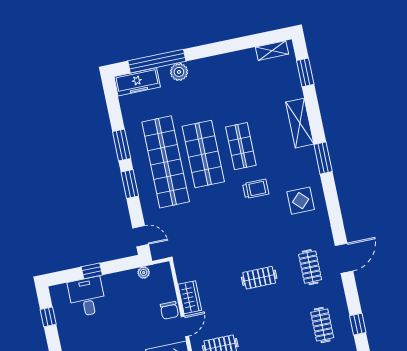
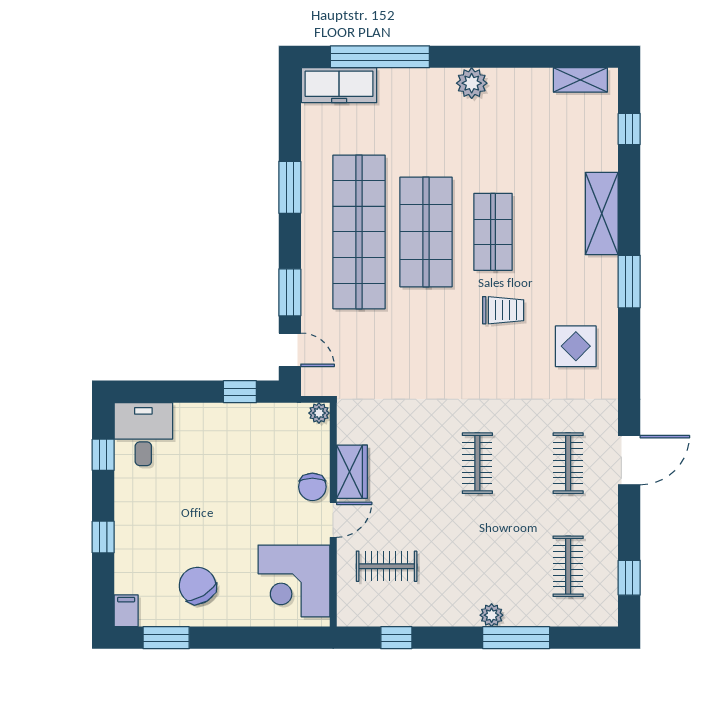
plant: (179, 72) -> (472, 83), moved
window: (305, 72) -> (629, 129), width x0.67
window: (130, 184) -> (290, 292), moved
window: (92, 271) -> (240, 392), moved
plant: (144, 272) -> (319, 413), moved
clothes rail: (259, 278) -> (477, 463), turned 90
desk: (87, 297) -> (143, 434), moved

